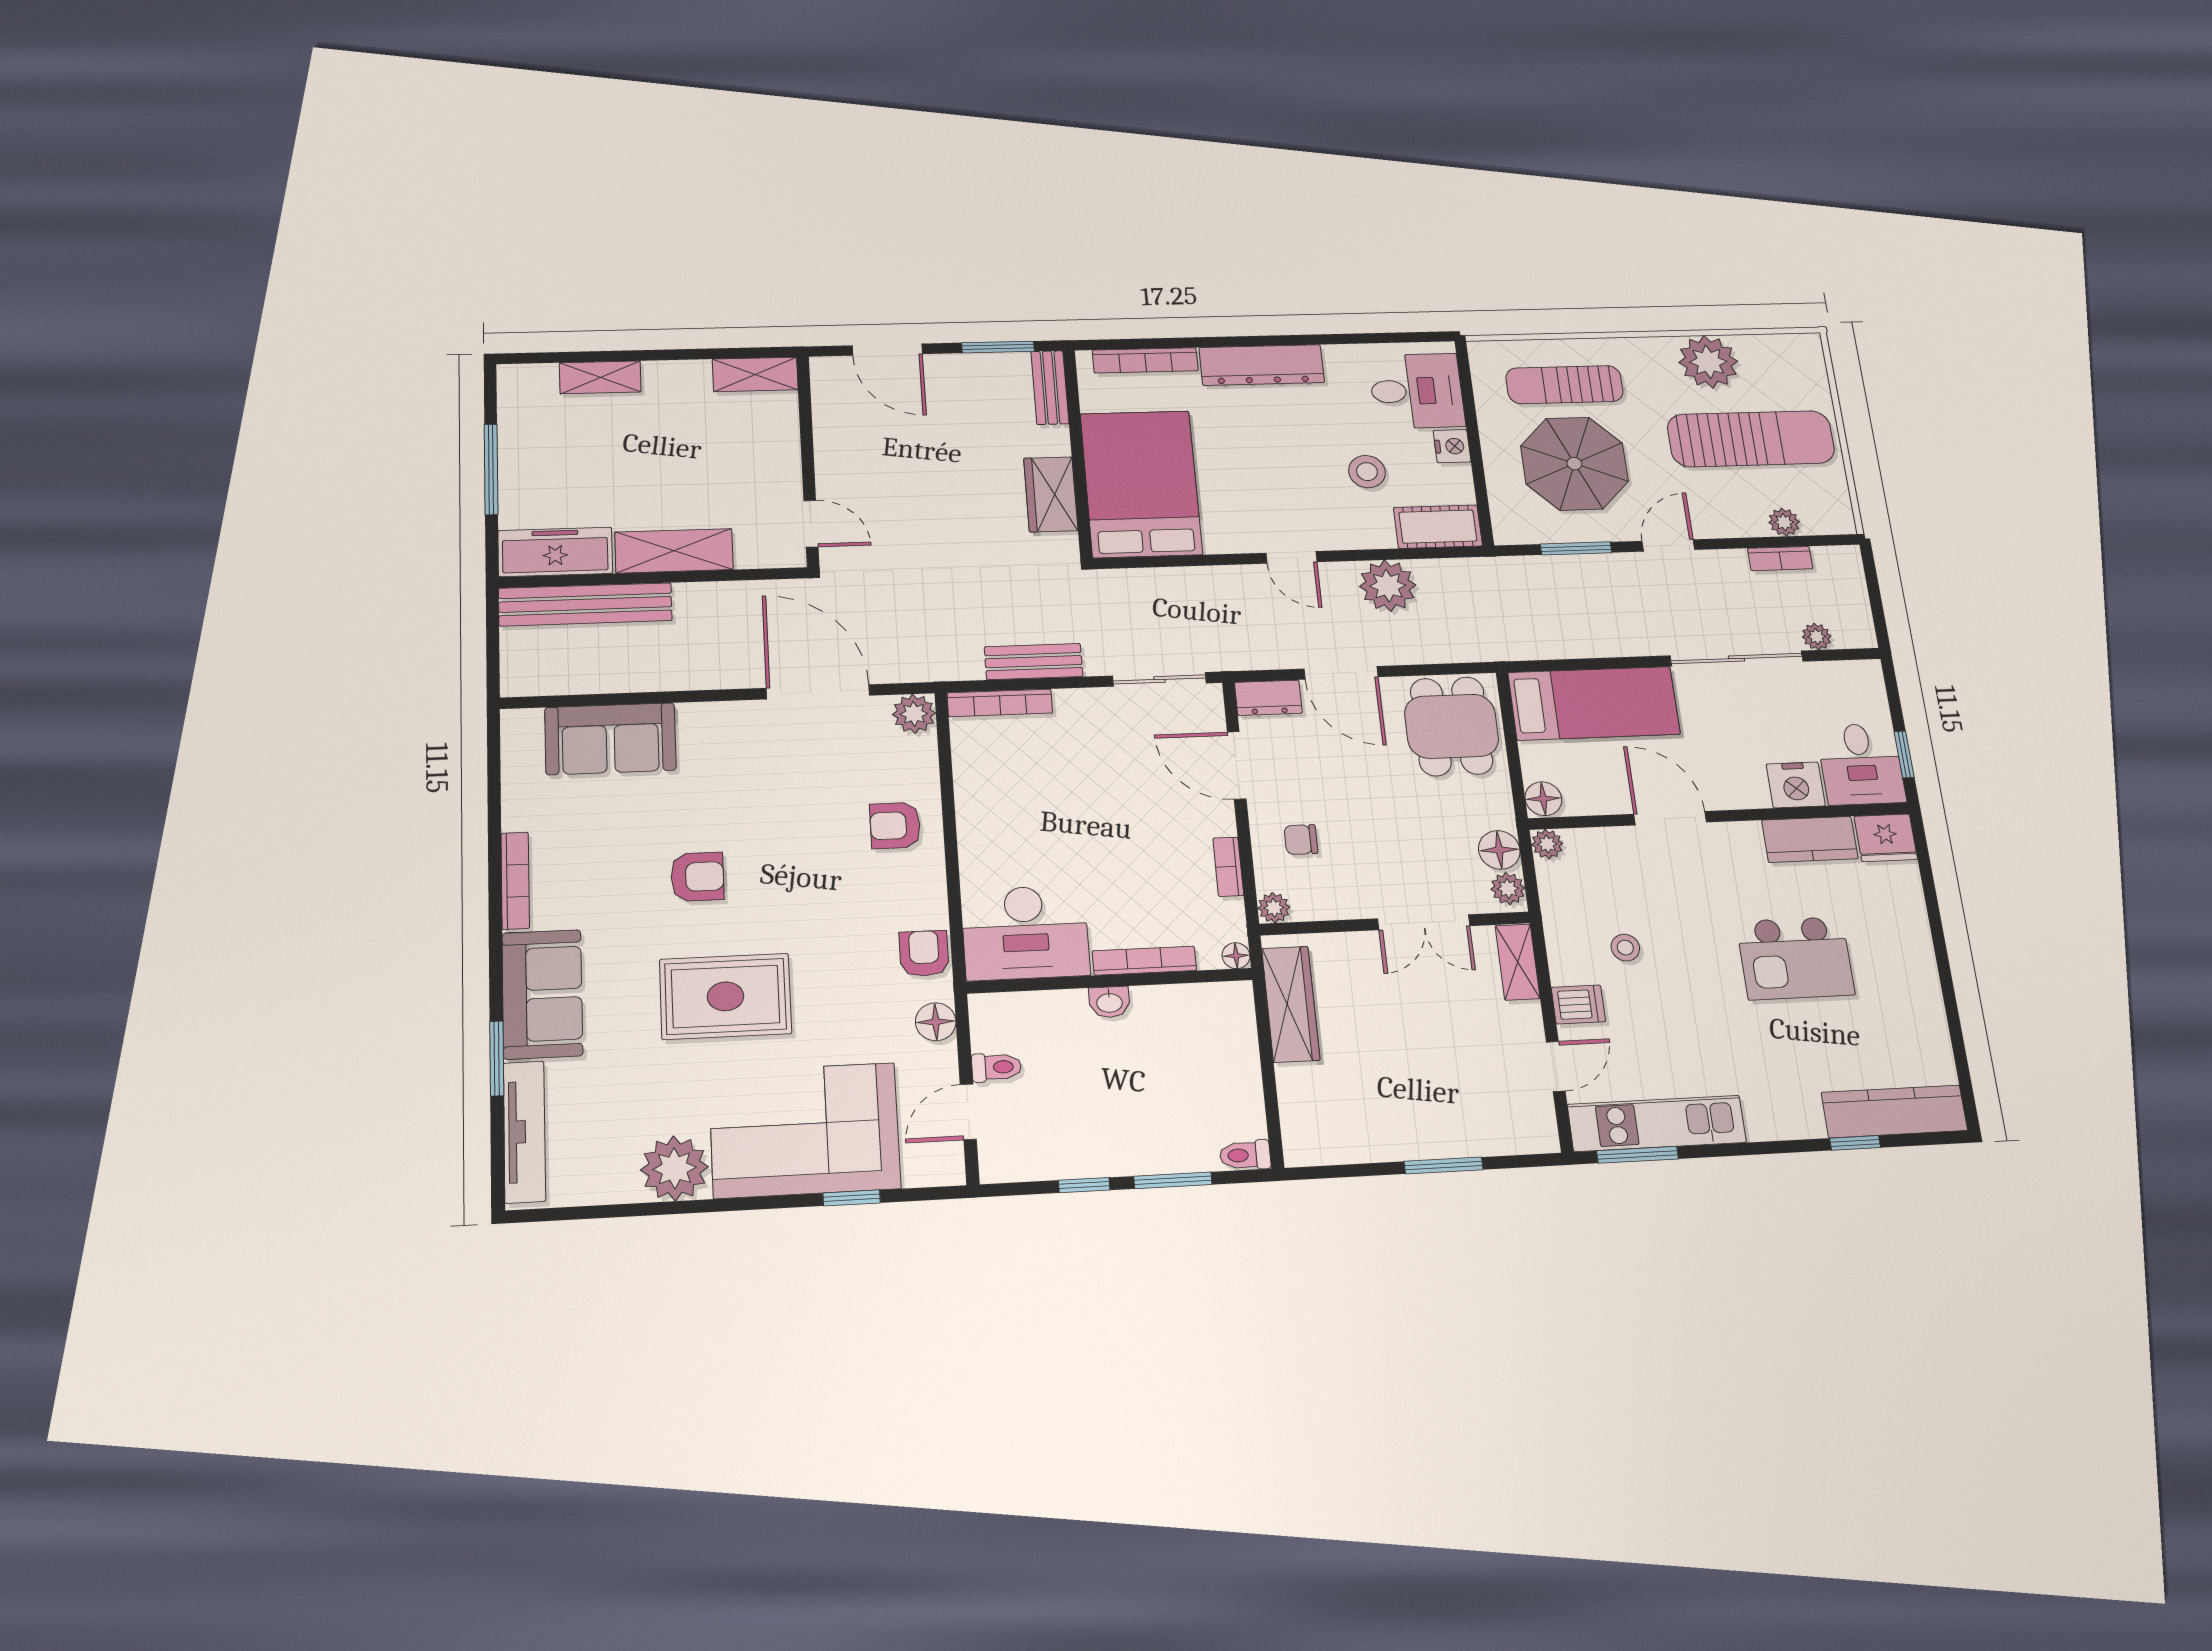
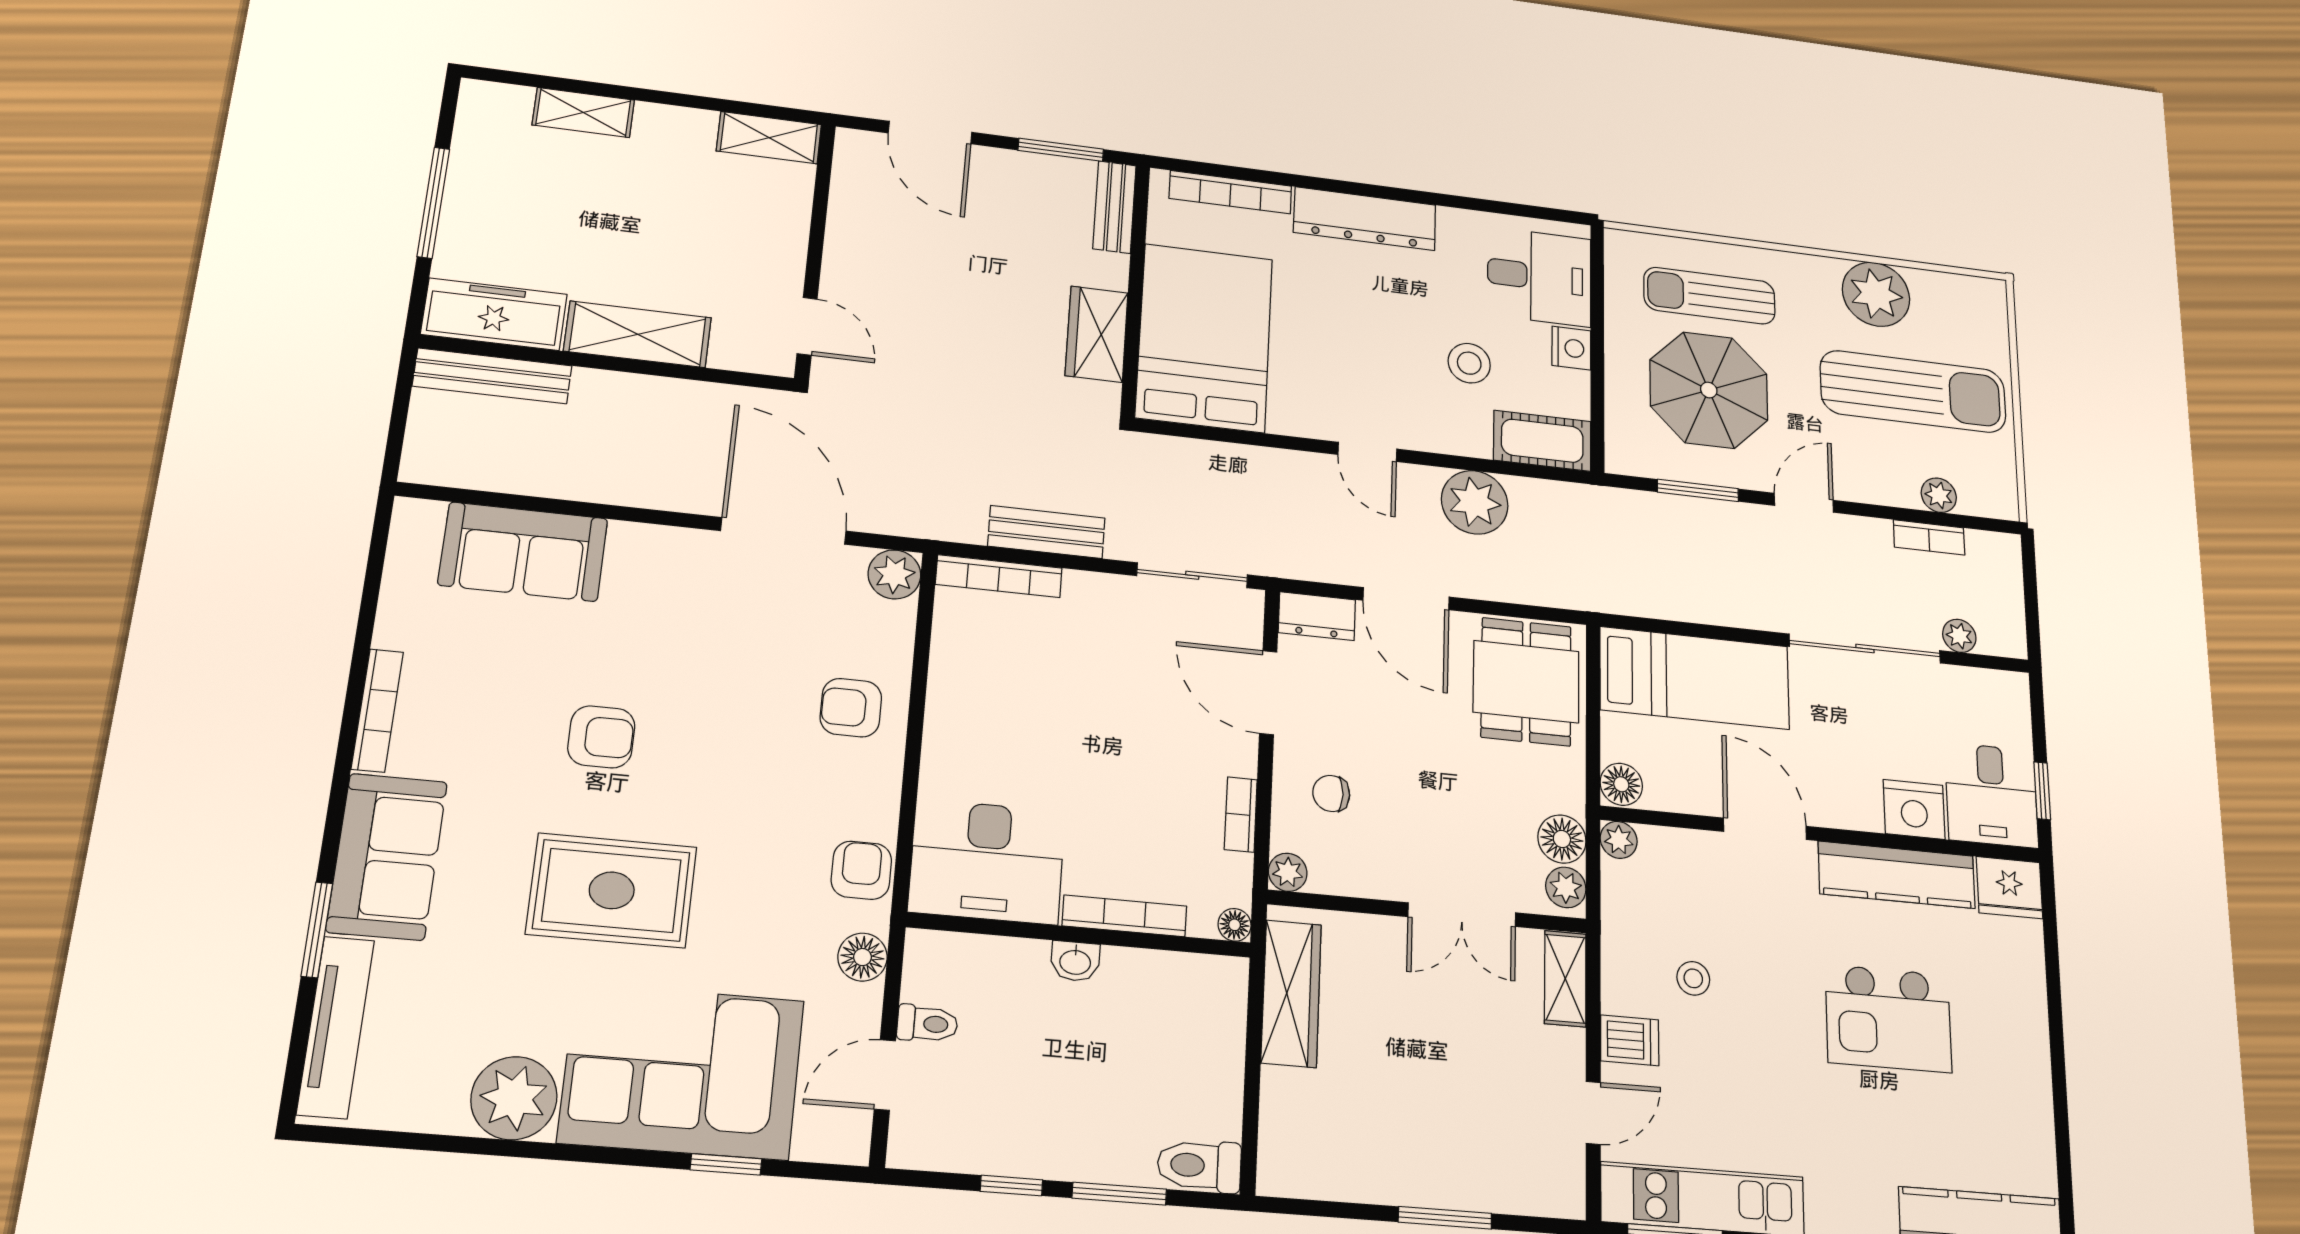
bench: (585, 604) -> (492, 376), width x0.73, depth x0.82
kitchen counter: (1810, 839) -> (1897, 875), width x1.50
toilet: (1245, 1155) -> (1199, 1166), width x1.37, depth x1.39

